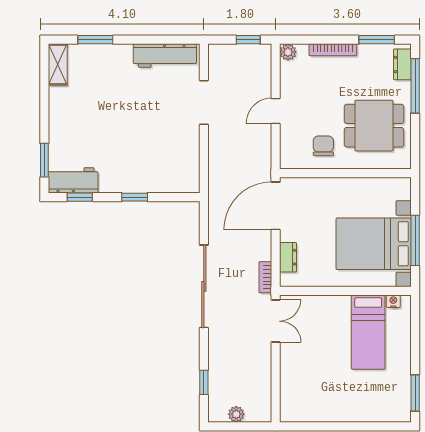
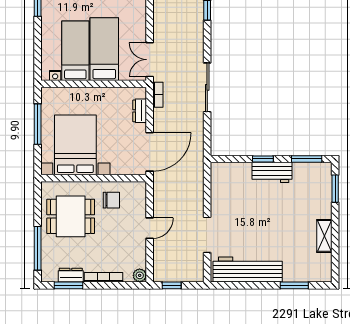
workbench: (165, 56) -> (248, 270), width x1.36, depth x1.32
shelving: (58, 64) -> (324, 236), moved
dresser: (402, 64) -> (71, 275), moved, turned -90
chair: (323, 146) -> (111, 200), turned -90
workbench: (73, 180) -> (272, 172), moved
window: (80, 197) -> (307, 159), width x1.50
bed with nightstands: (374, 244) -> (75, 145), moved, turned -90
sliding door: (204, 286) -> (207, 87), width x0.73
bed: (332, 334) -> (104, 49), added

